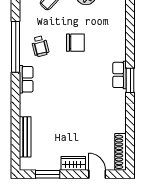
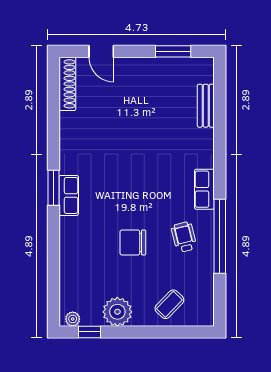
bench: (25, 137) -> (206, 106), width x0.73
wardrobe: (73, 163) -> (136, 67), removed

